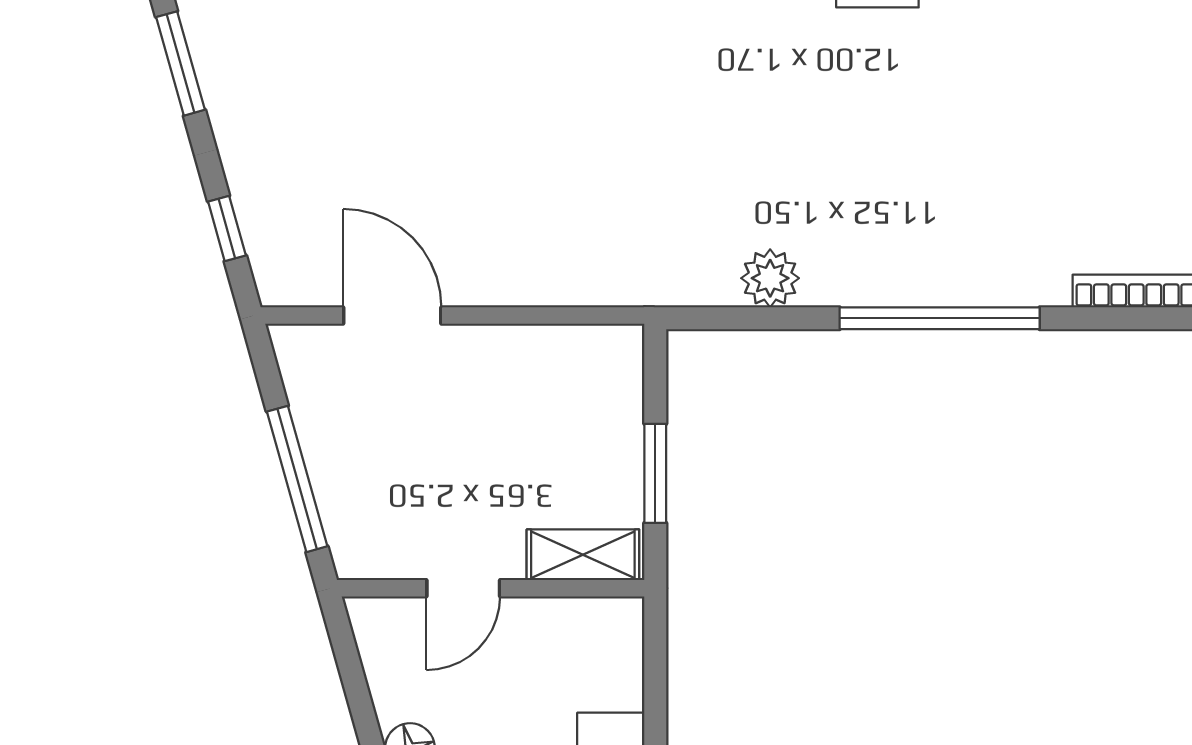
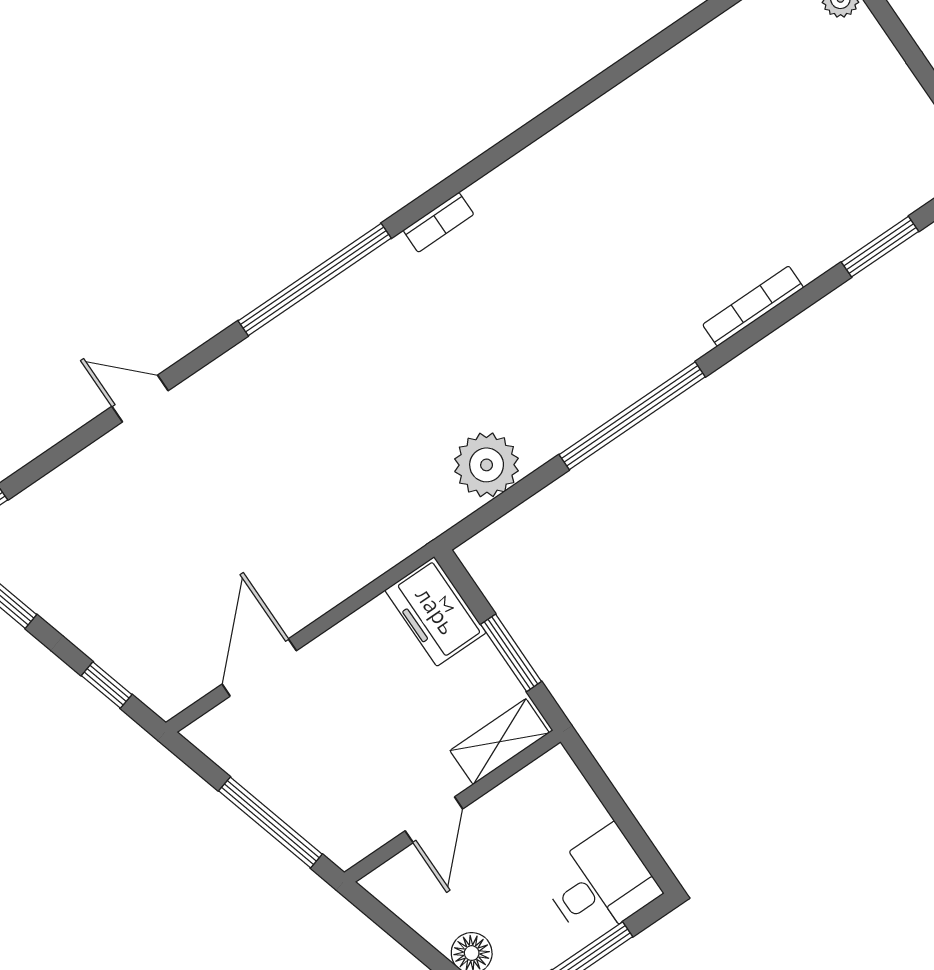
plant: (770, 278) -> (487, 465), width x1.36, depth x1.36
door: (392, 315) -> (259, 667), hinge flipped
freezer: (608, 380) -> (435, 611), added

